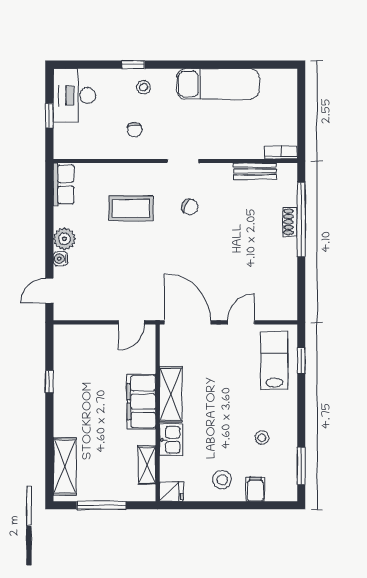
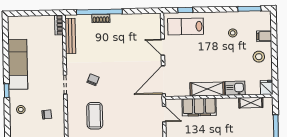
window: (133, 65) -> (7, 91), moved
bench: (255, 171) -> (70, 36), width x1.36
filing cabinet: (141, 402) -> (199, 107), moved

